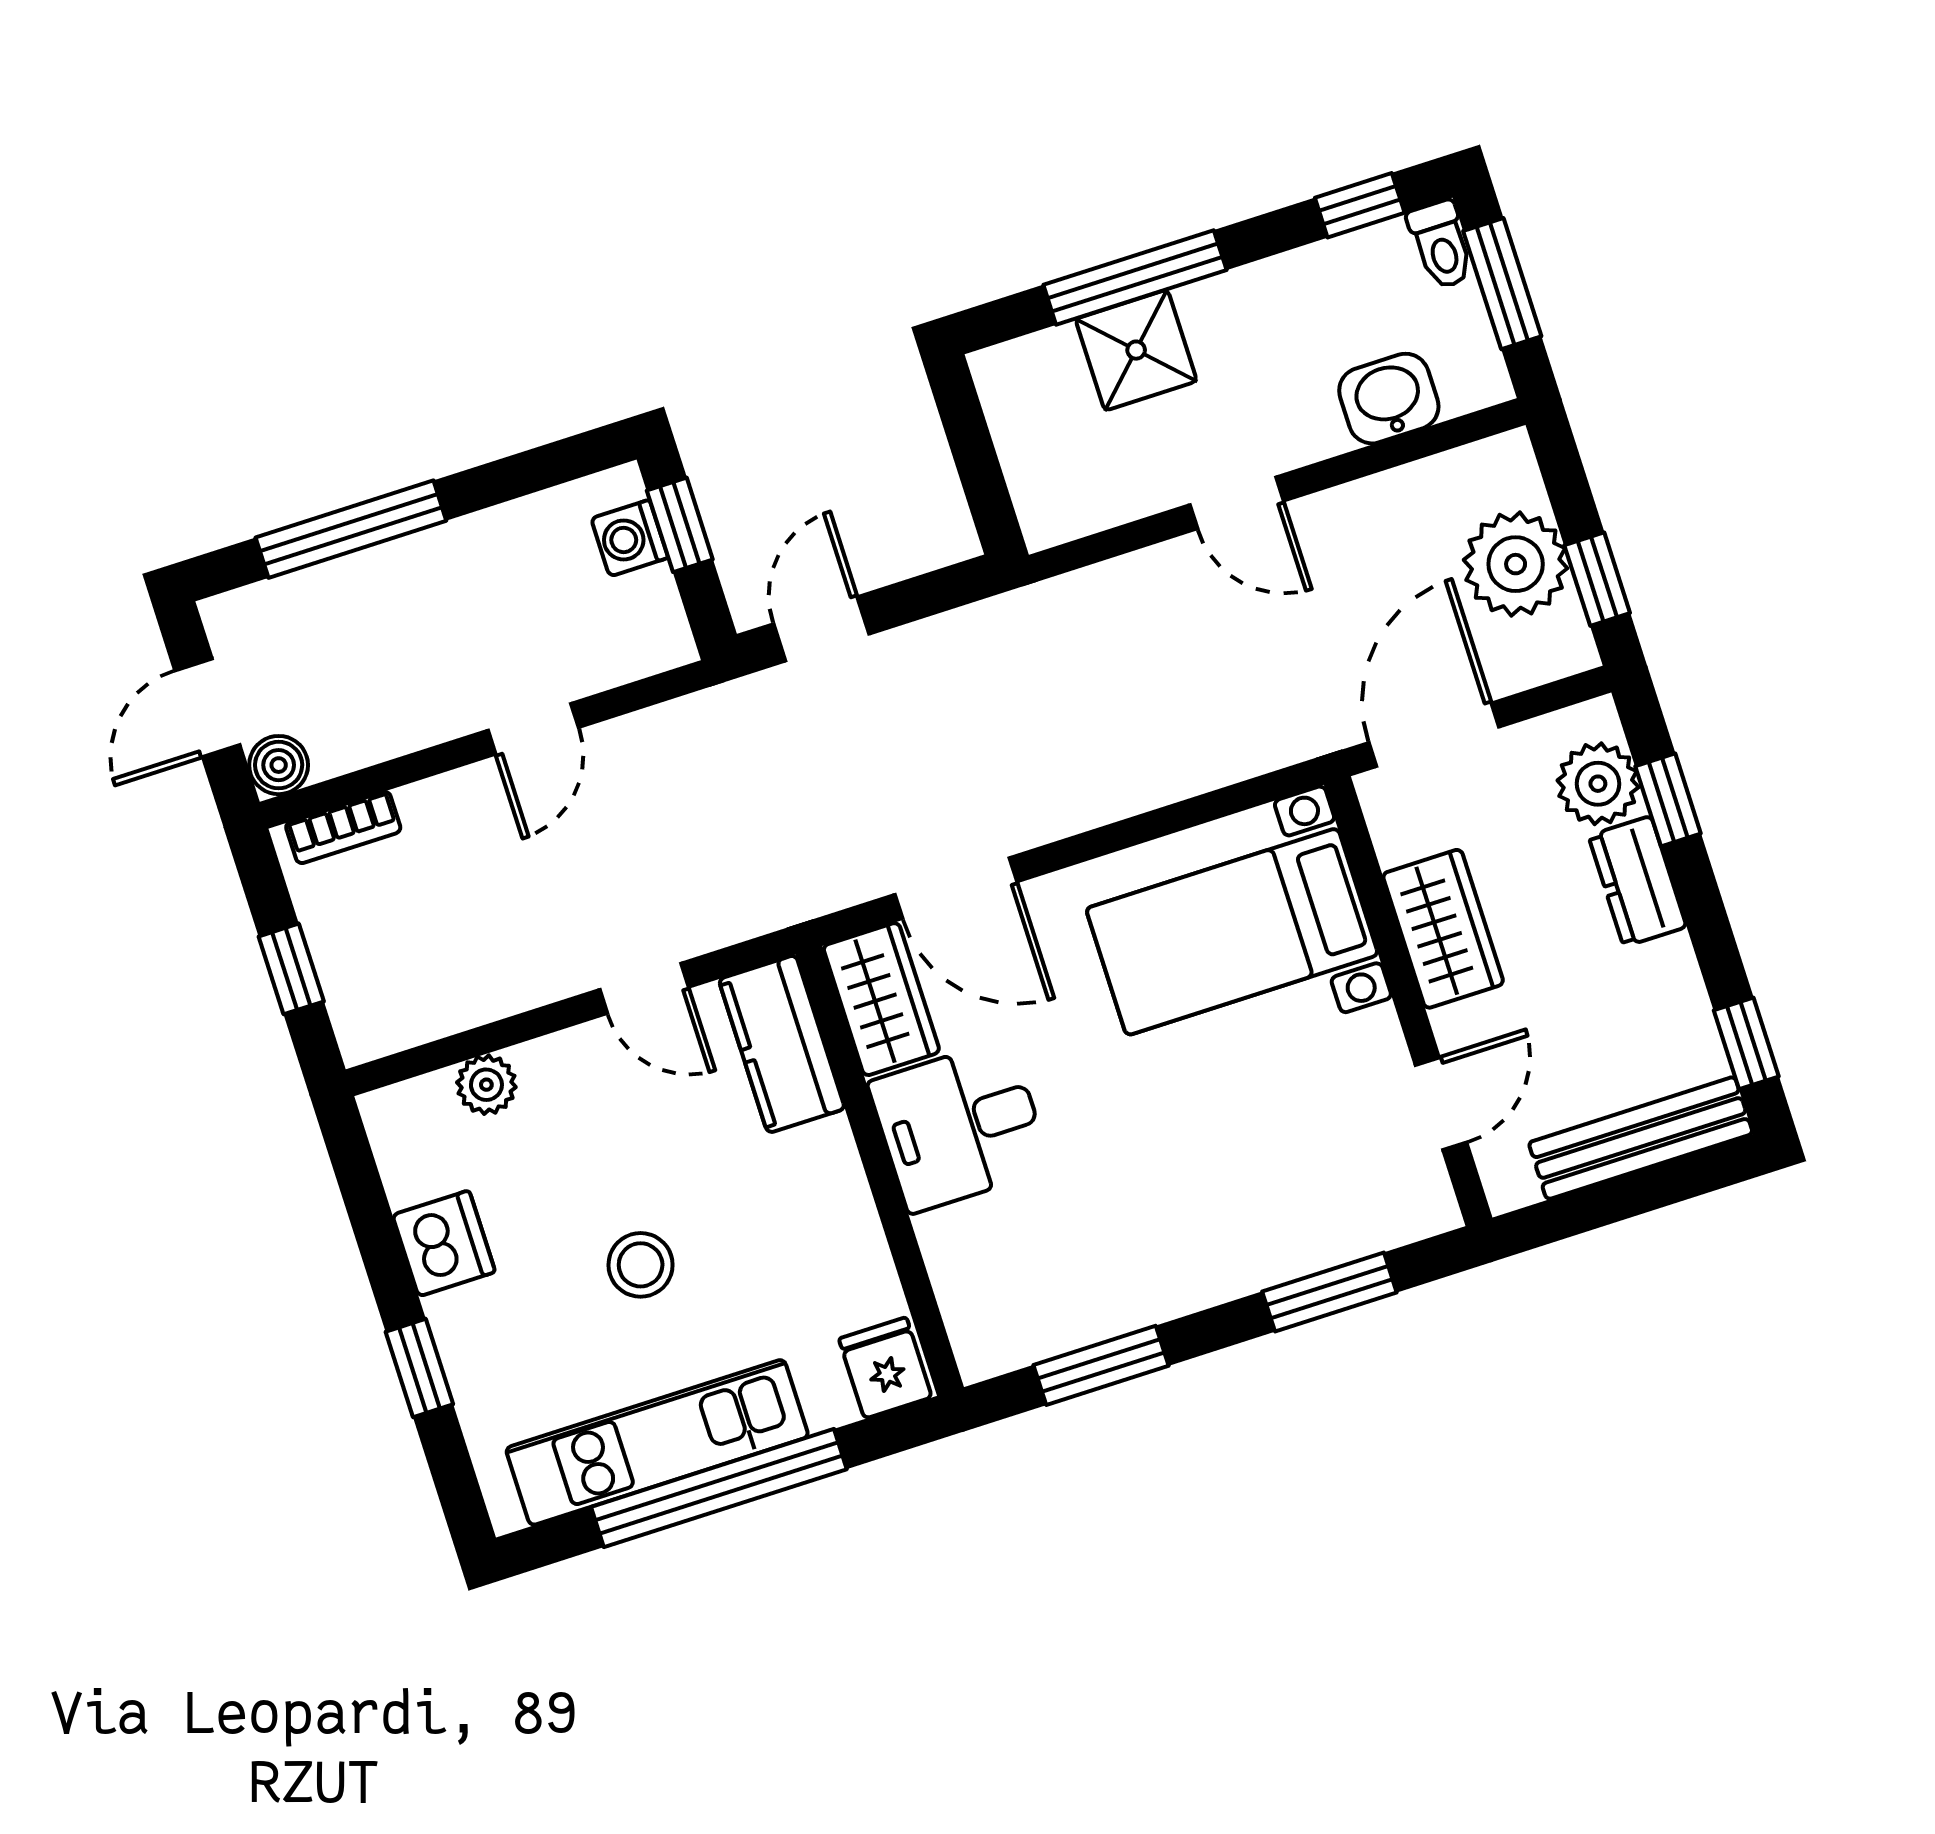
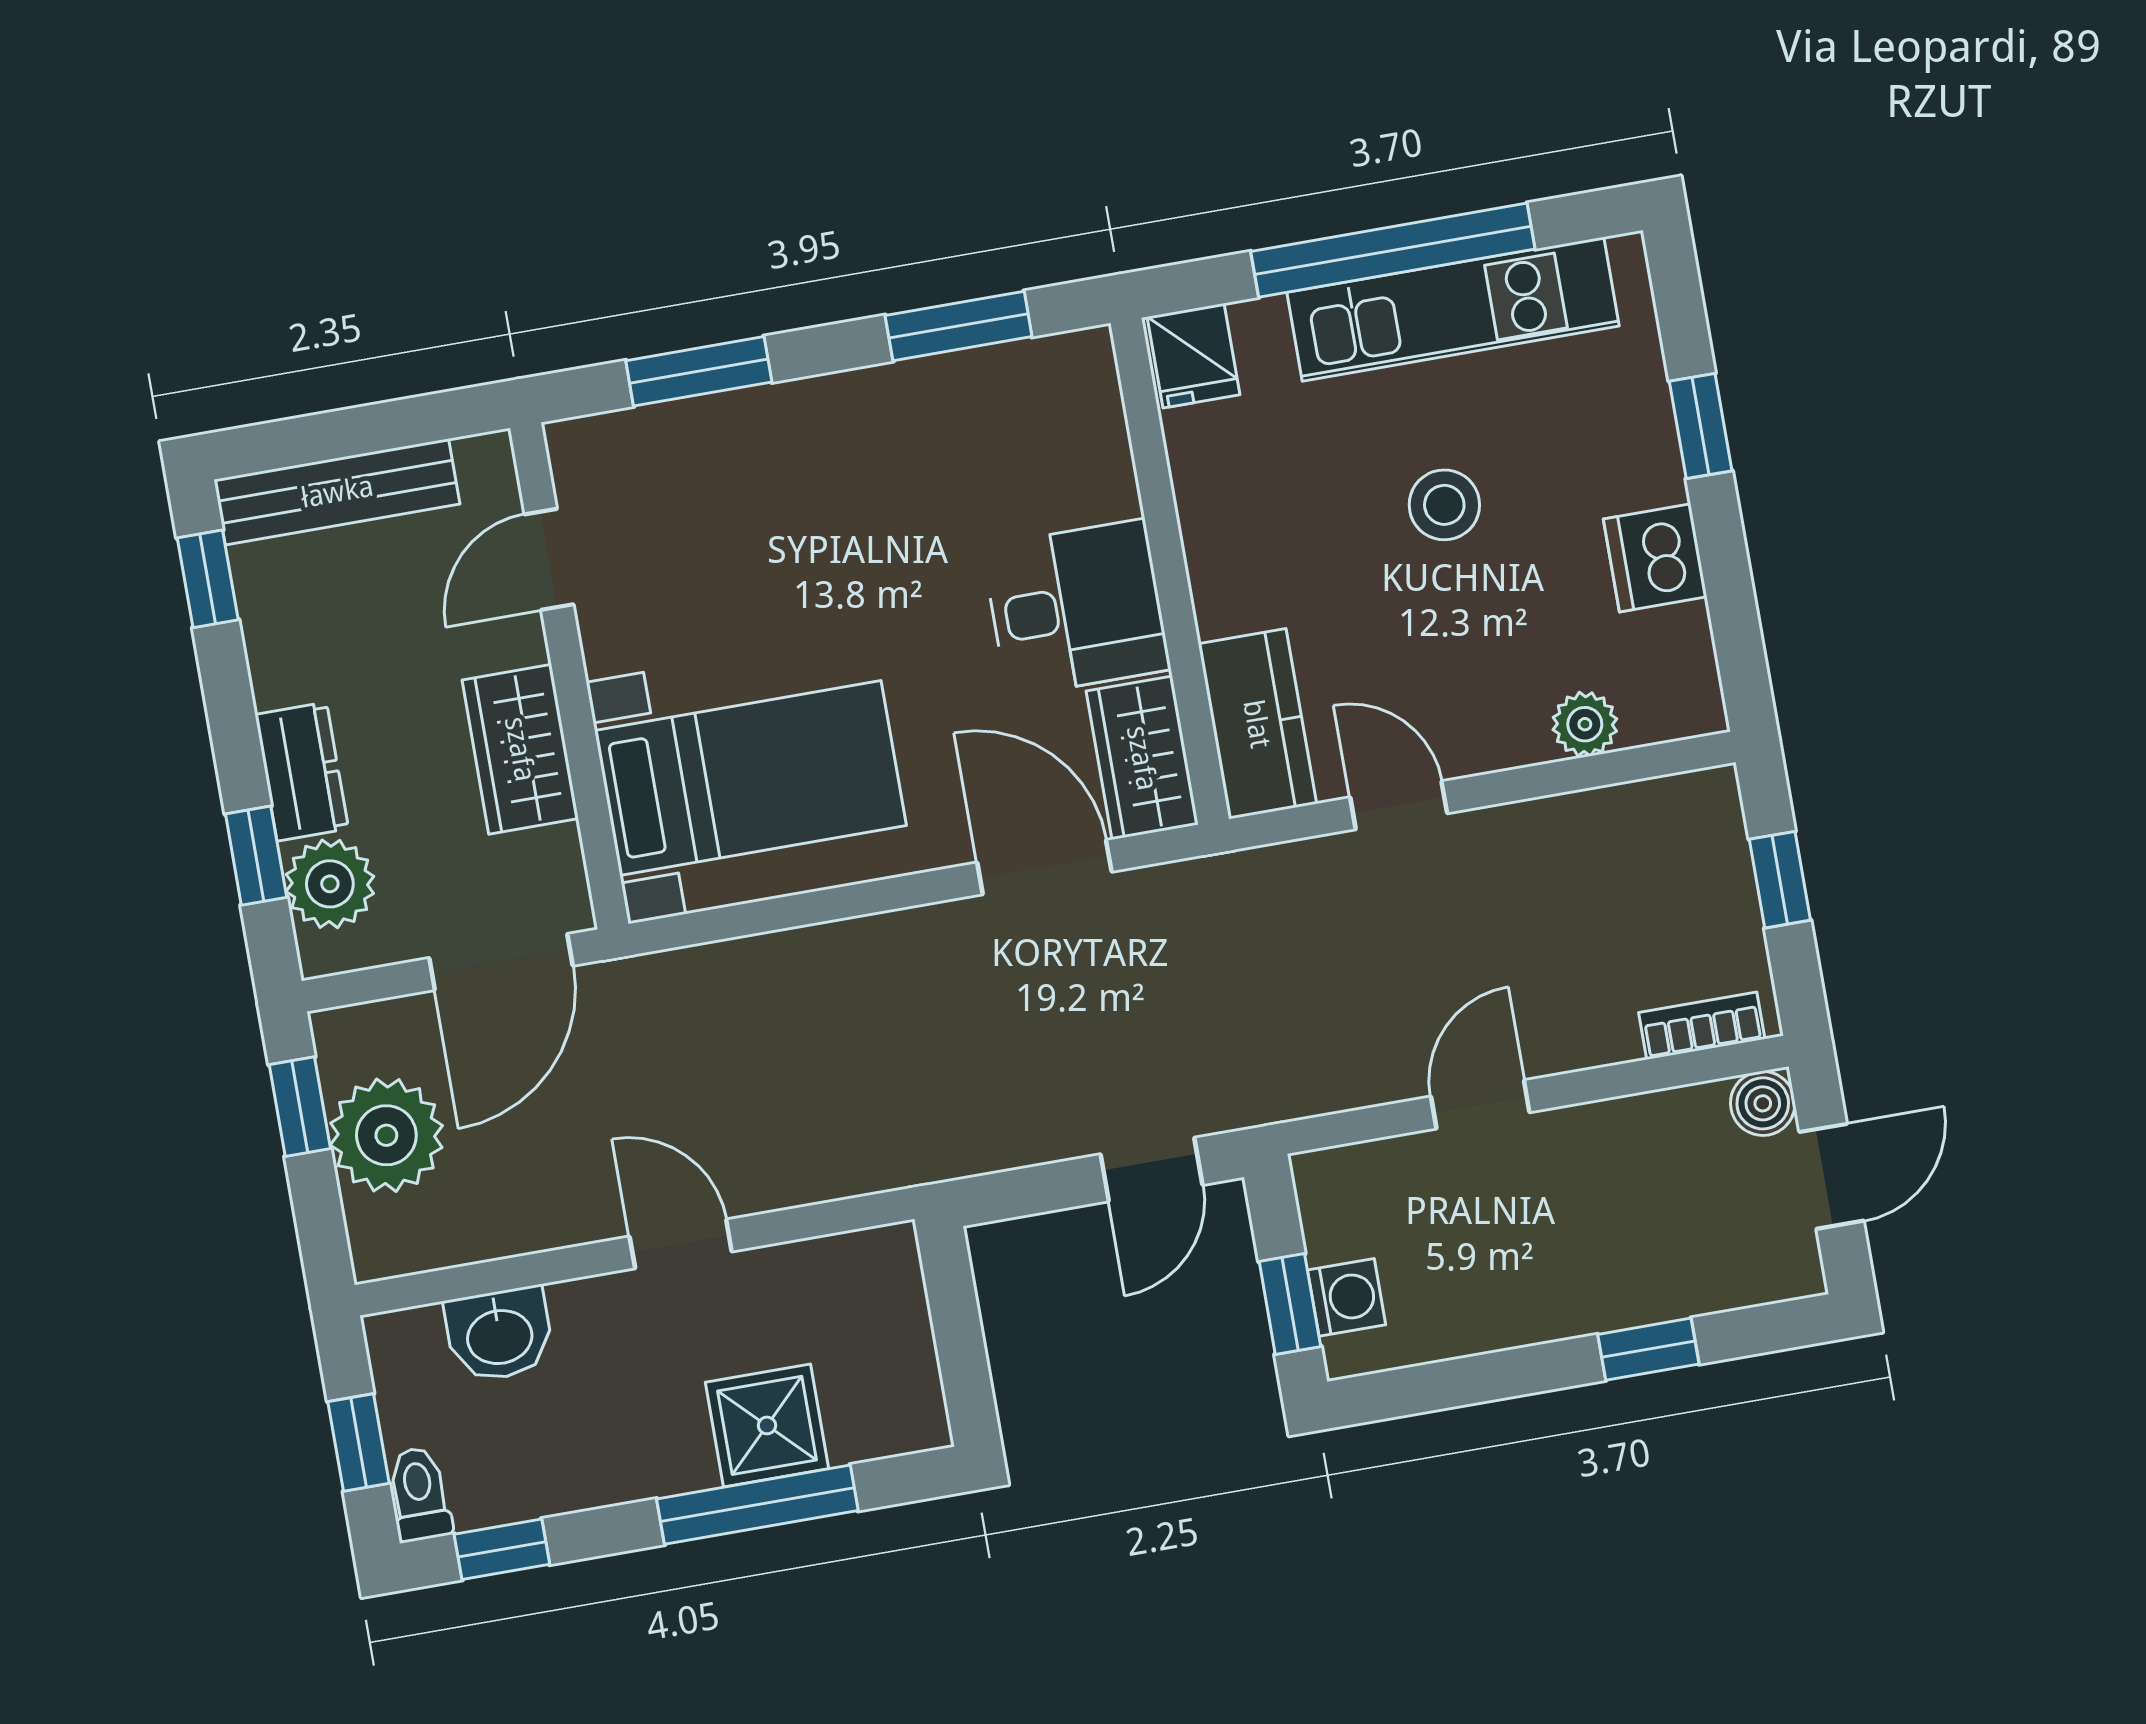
window: (1502, 284) -> (358, 1442), width x0.67
window: (351, 529) -> (1648, 1349), width x0.46

